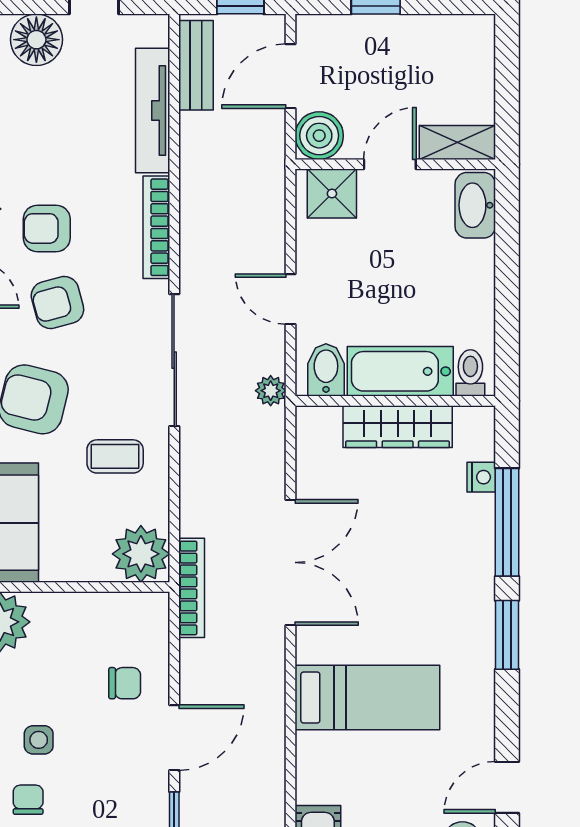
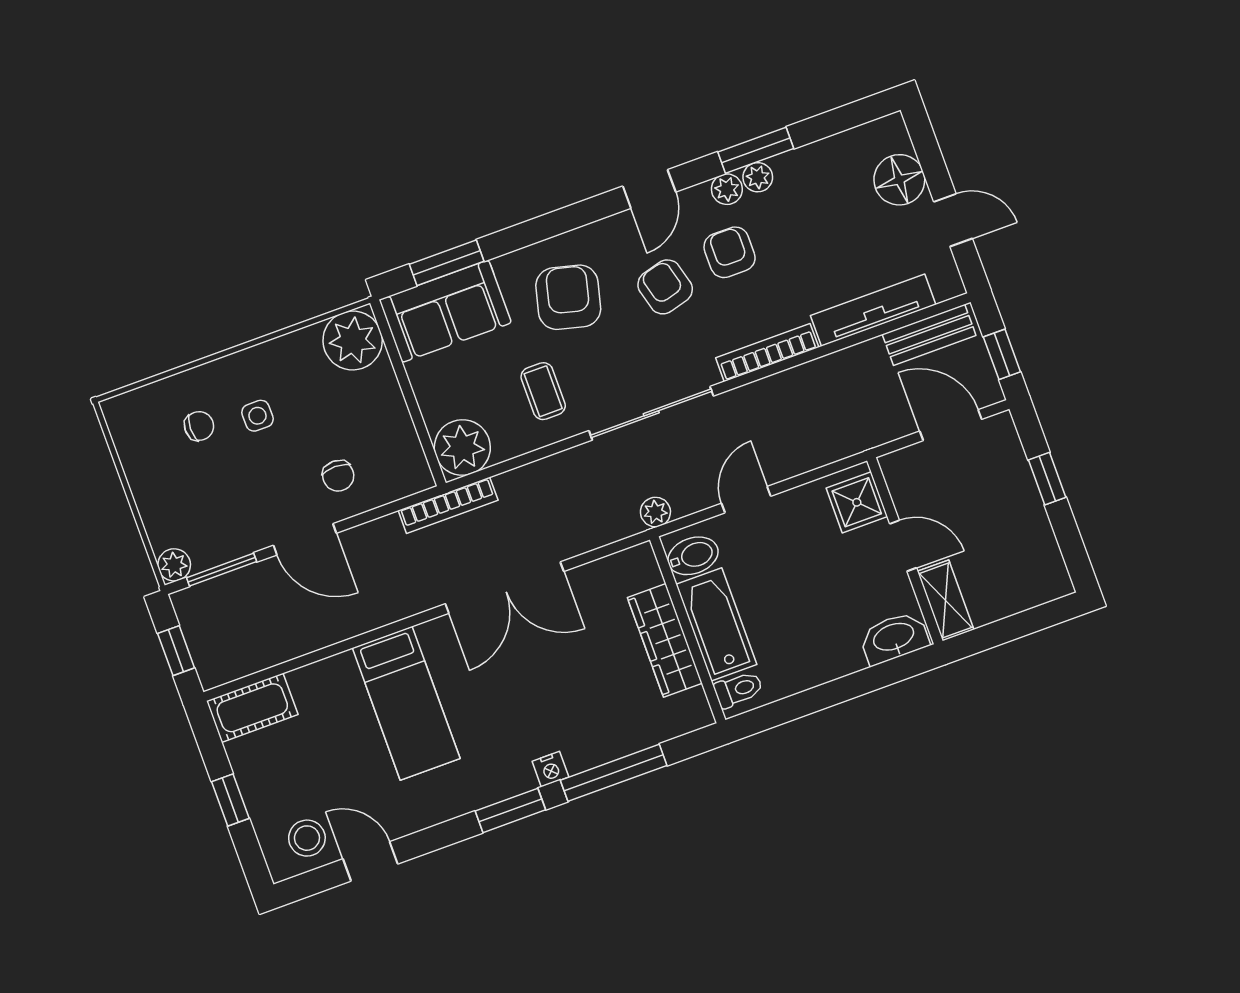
boiler: (319, 136) -> (906, 471), removed
nightstand: (481, 477) -> (550, 769), moved

